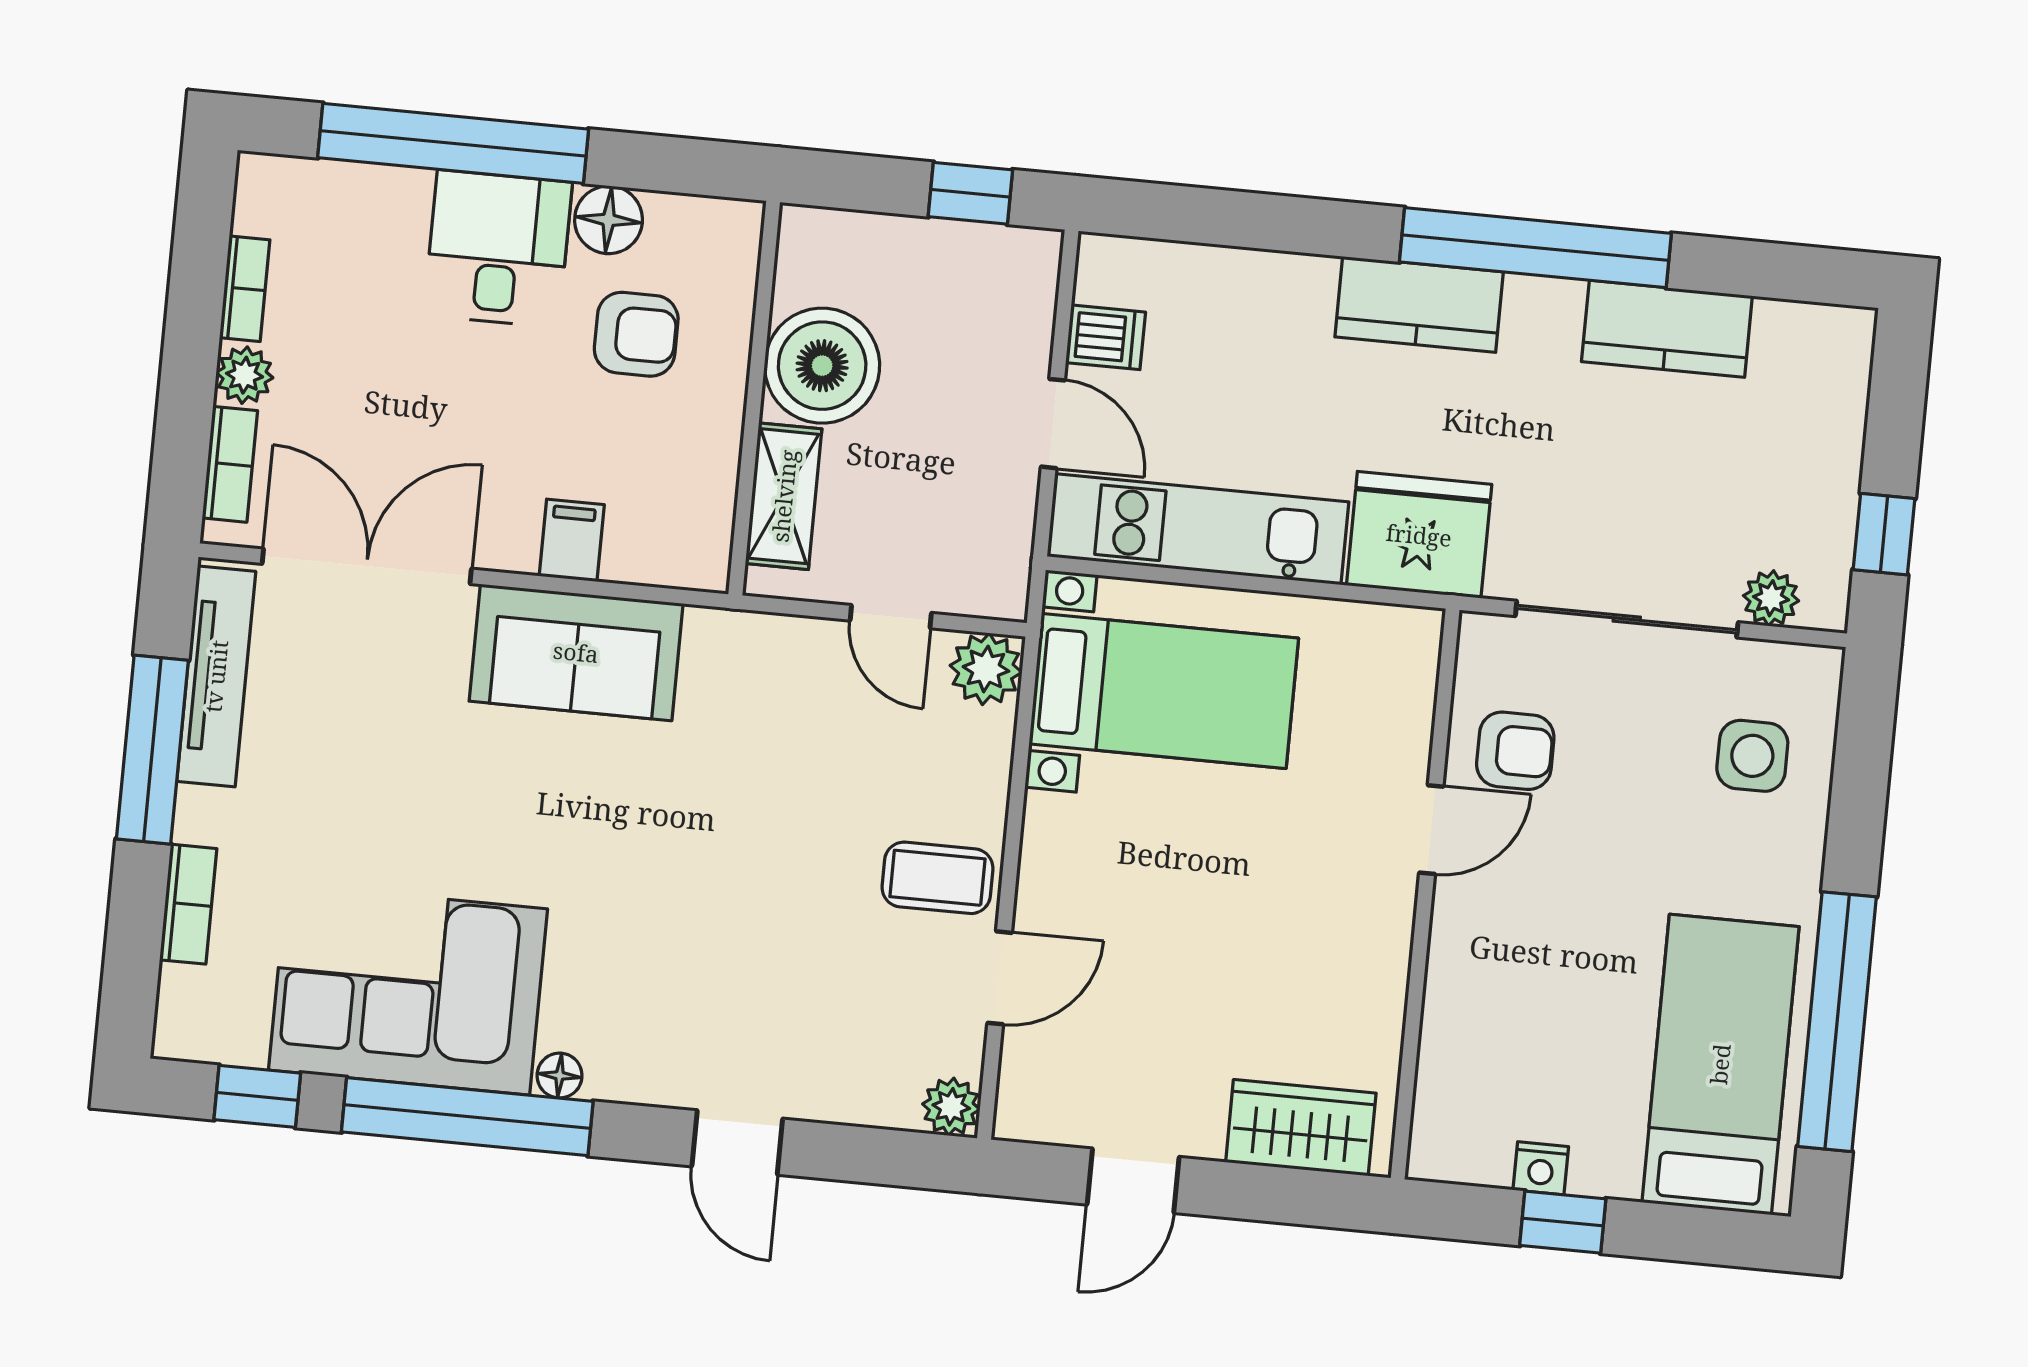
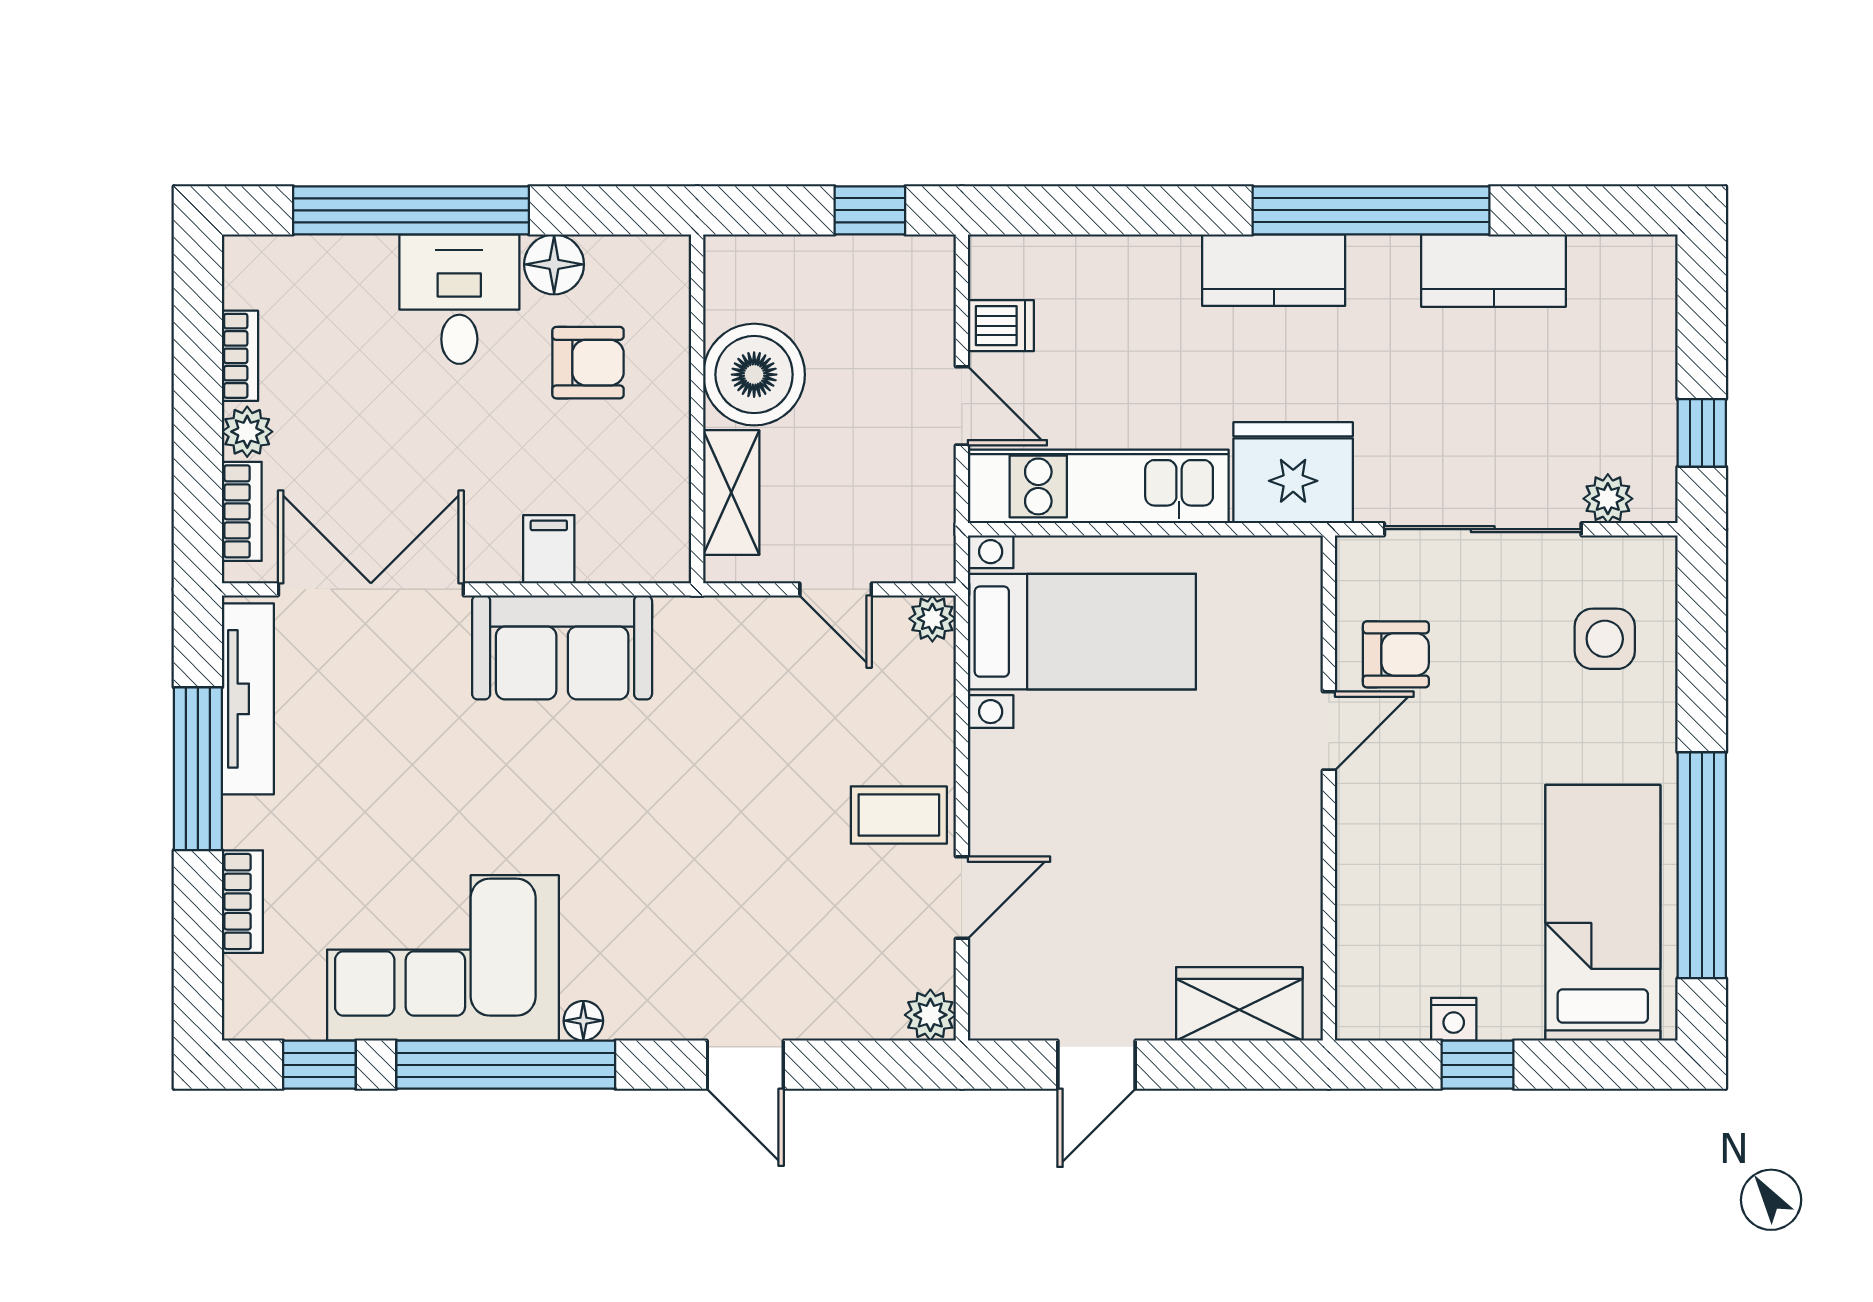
plant: (986, 669) -> (932, 619), width x0.73, depth x0.73

